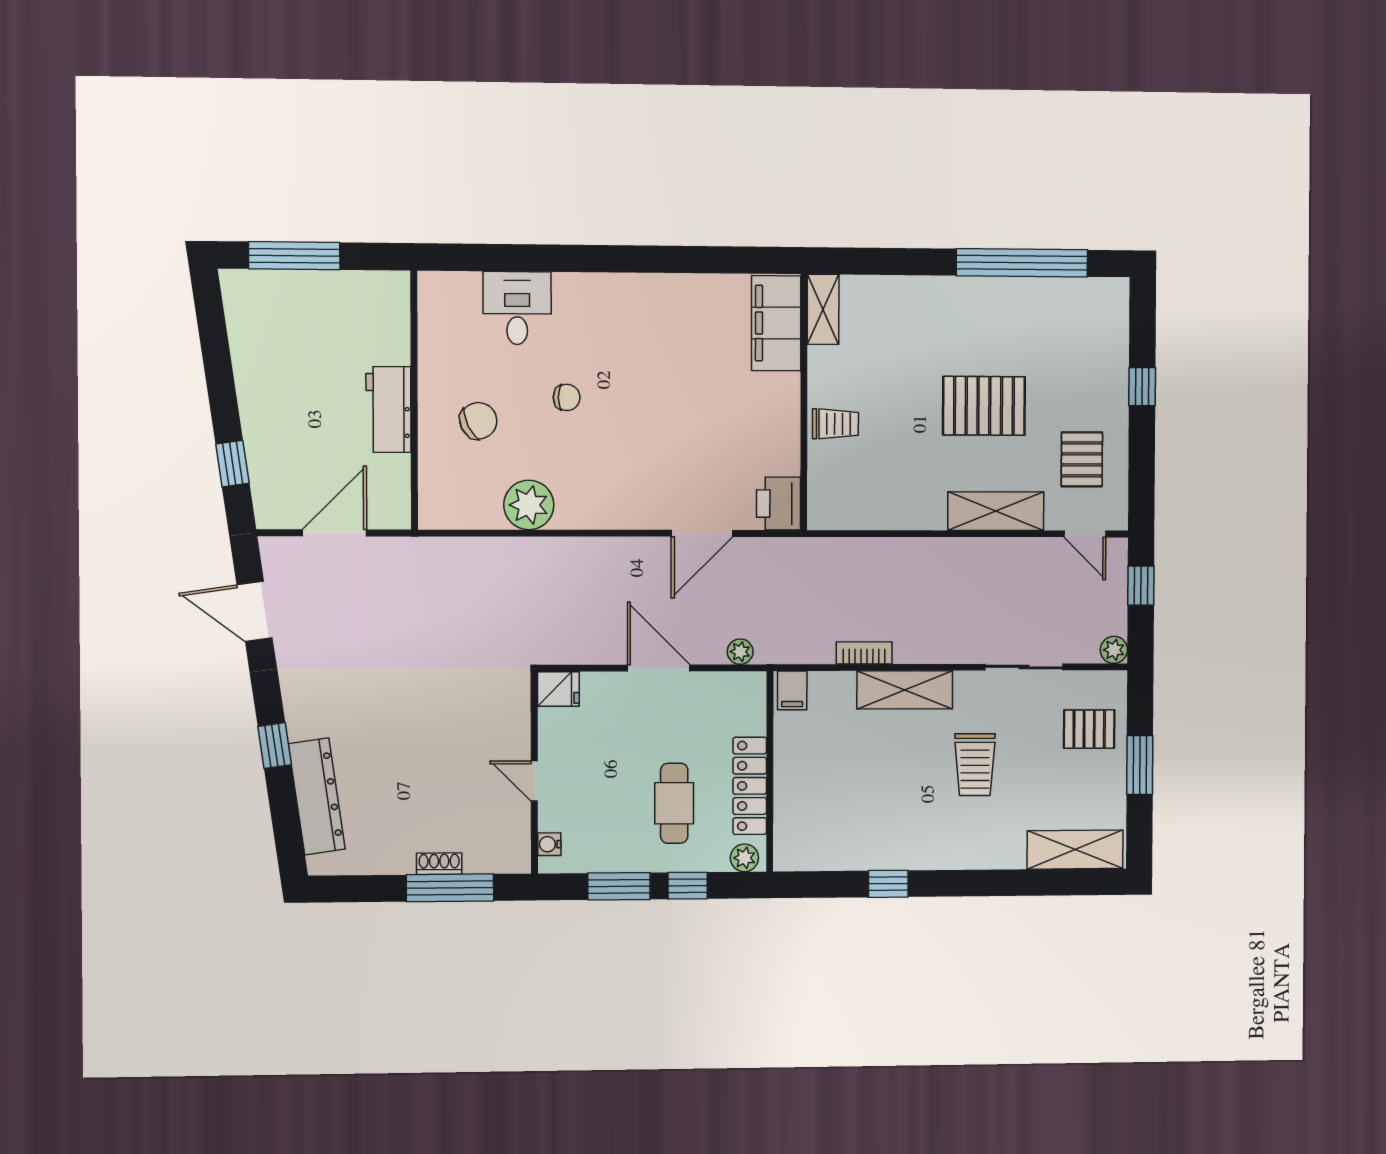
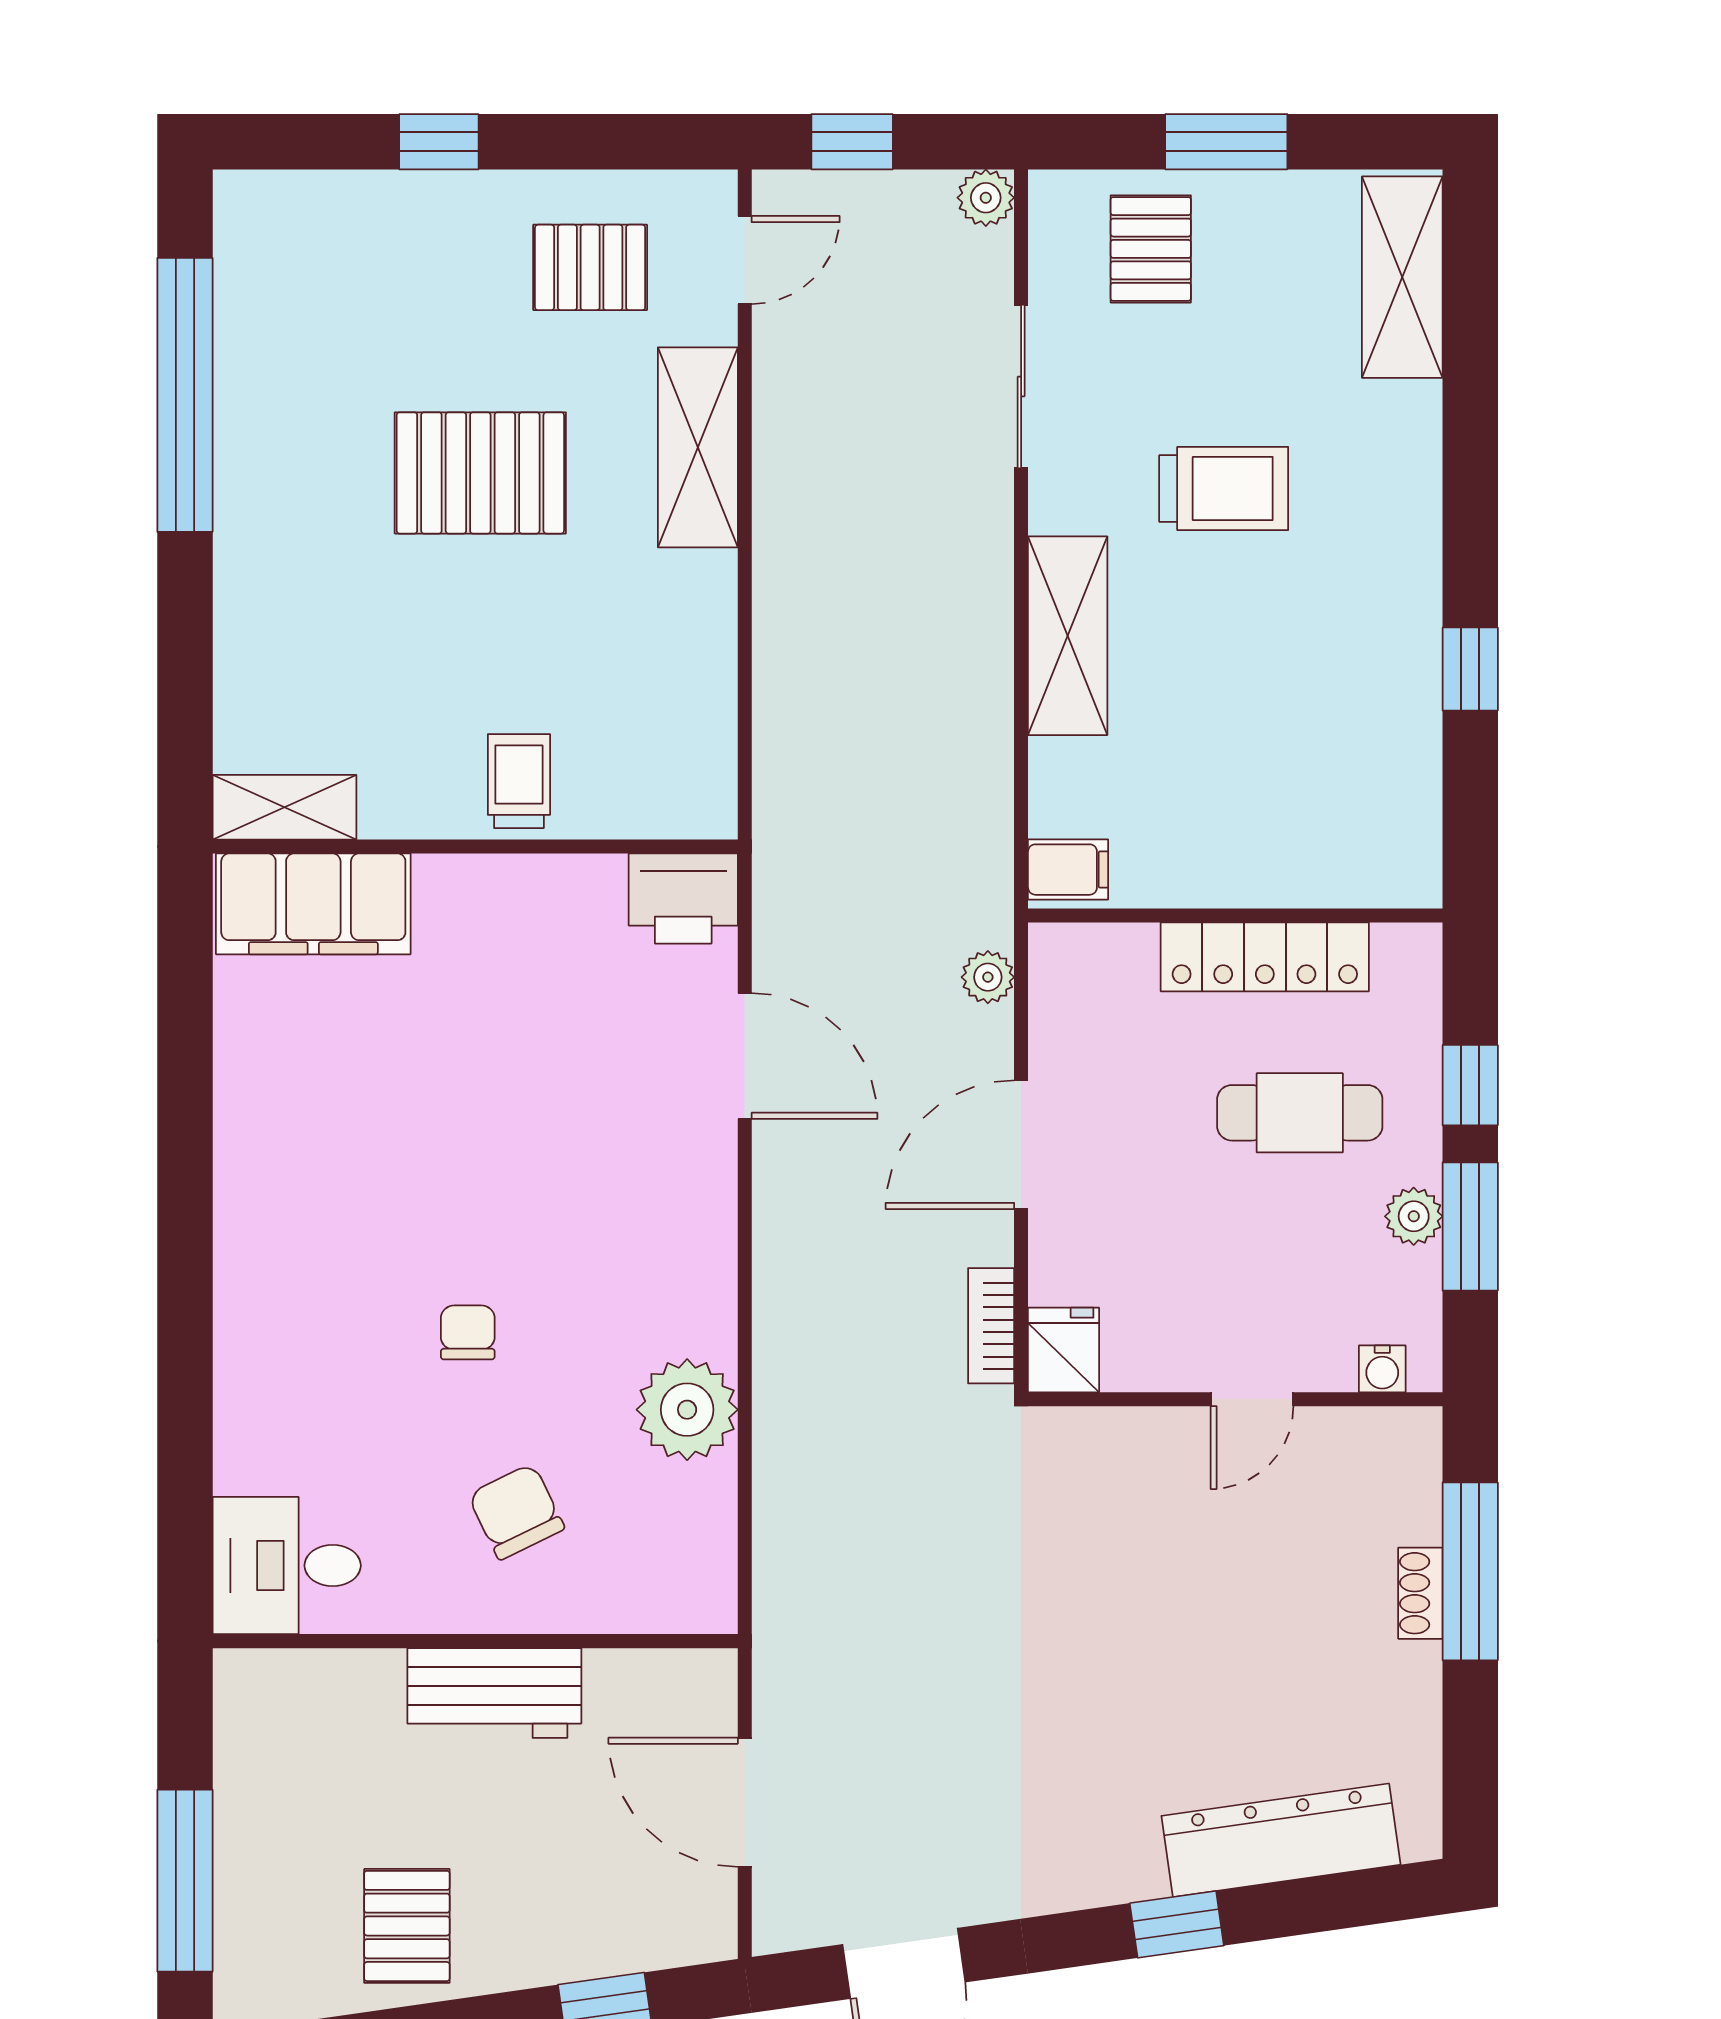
desk: (517, 308) -> (287, 1566), moved
pallet: (272, 366) -> (407, 1926), added
pallet: (984, 406) -> (480, 473), turned 90
bookcase: (864, 653) -> (991, 1326), moved
plant: (744, 858) -> (1414, 1216), moved

